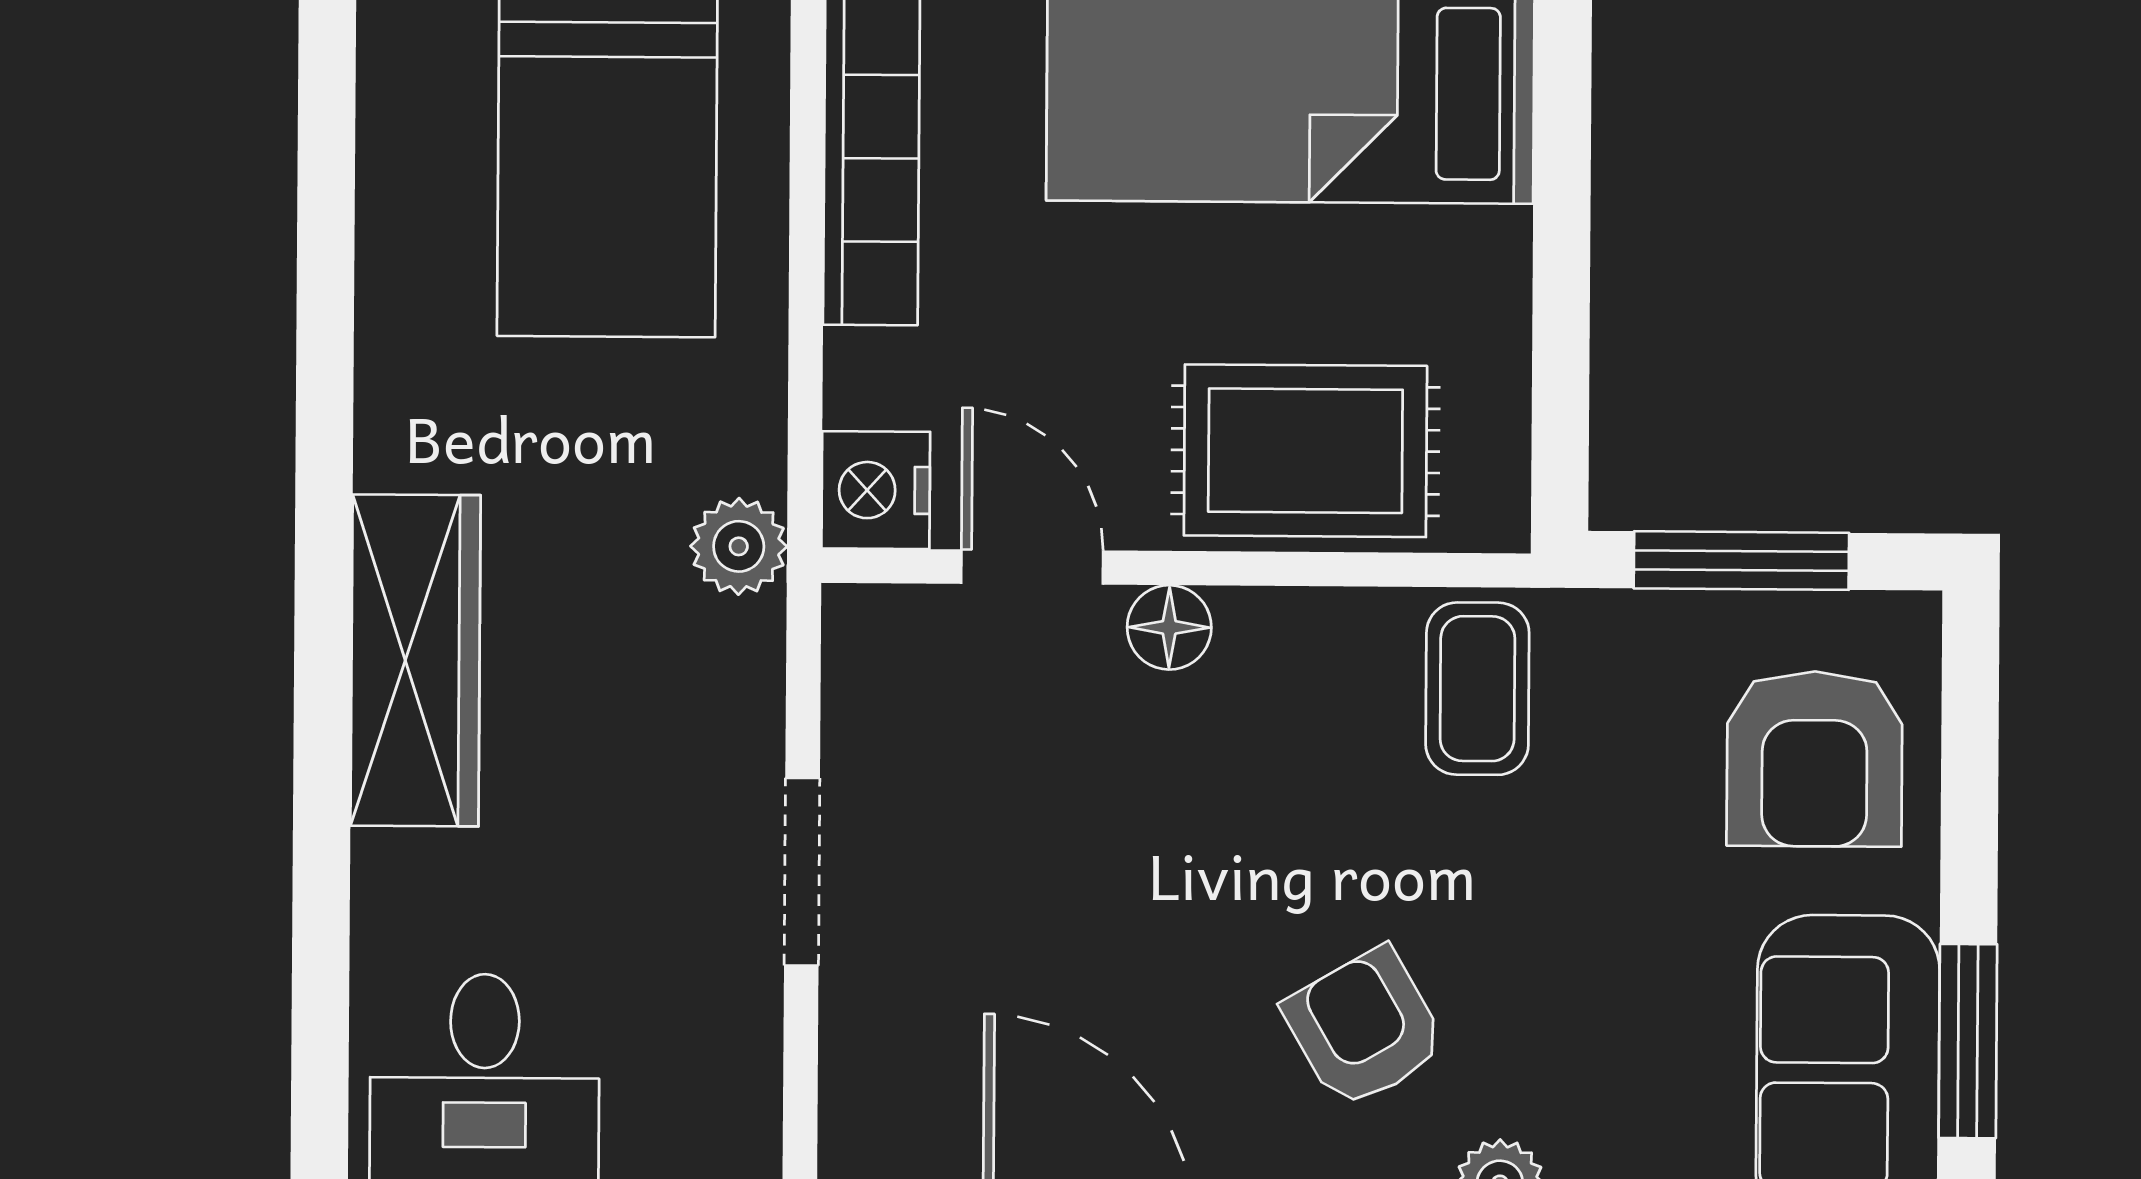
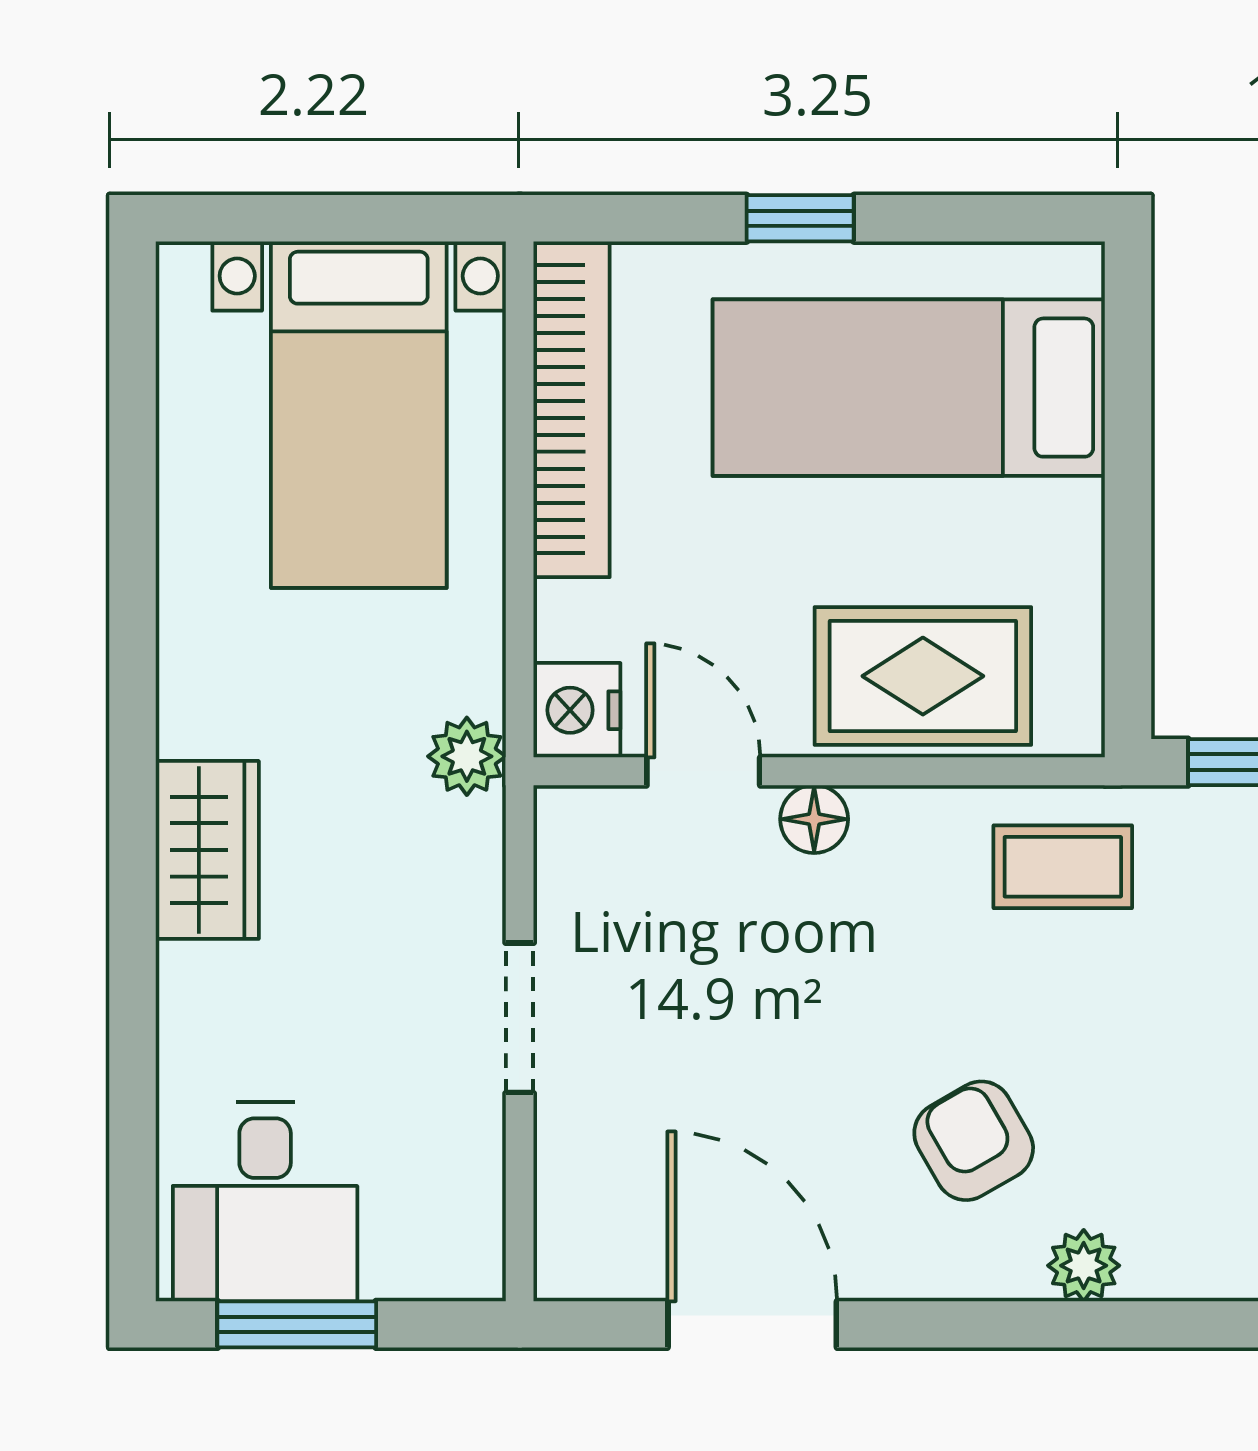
wardrobe: (416, 660) -> (207, 850), width x0.67
coffee table: (1477, 689) -> (1063, 867), turned 90

